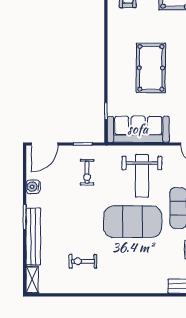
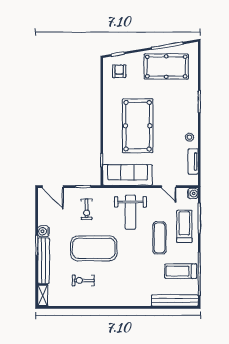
pool table: (151, 68) -> (138, 126), width x1.36, depth x1.32
door: (45, 144) -> (53, 187), hinge flipped
water cooler: (33, 187) -> (43, 231), moved
exercise mat: (133, 222) -> (94, 248), moved

